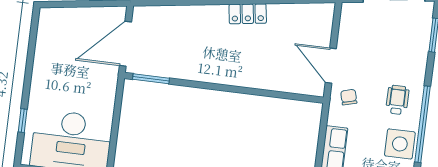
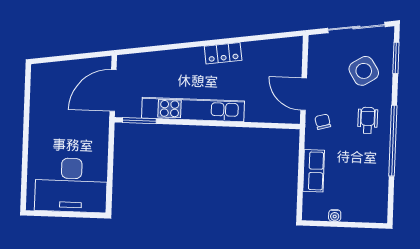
kitchen unit: (210, 72) -> (193, 109), added
window: (23, 121) -> (25, 170), removed
side table: (400, 144) -> (364, 71), moved, turned -32

